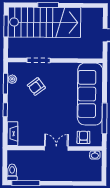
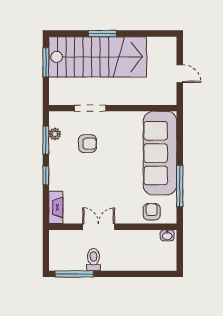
armchair: (36, 86) -> (87, 144), turned -143
double door: (56, 148) -> (99, 227), moved
toilet: (12, 172) -> (93, 260), moved

